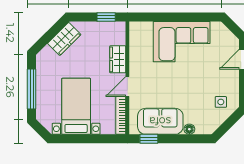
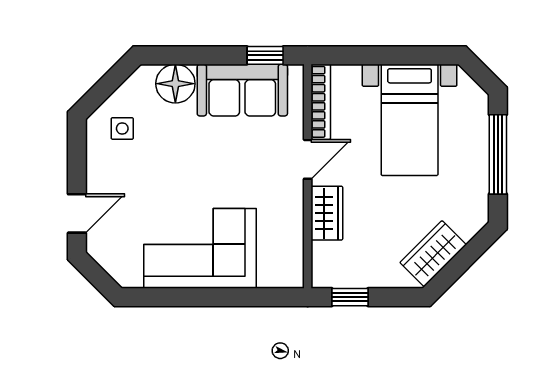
floor lamp: (189, 129) -> (175, 84), width x1.89, depth x1.89

